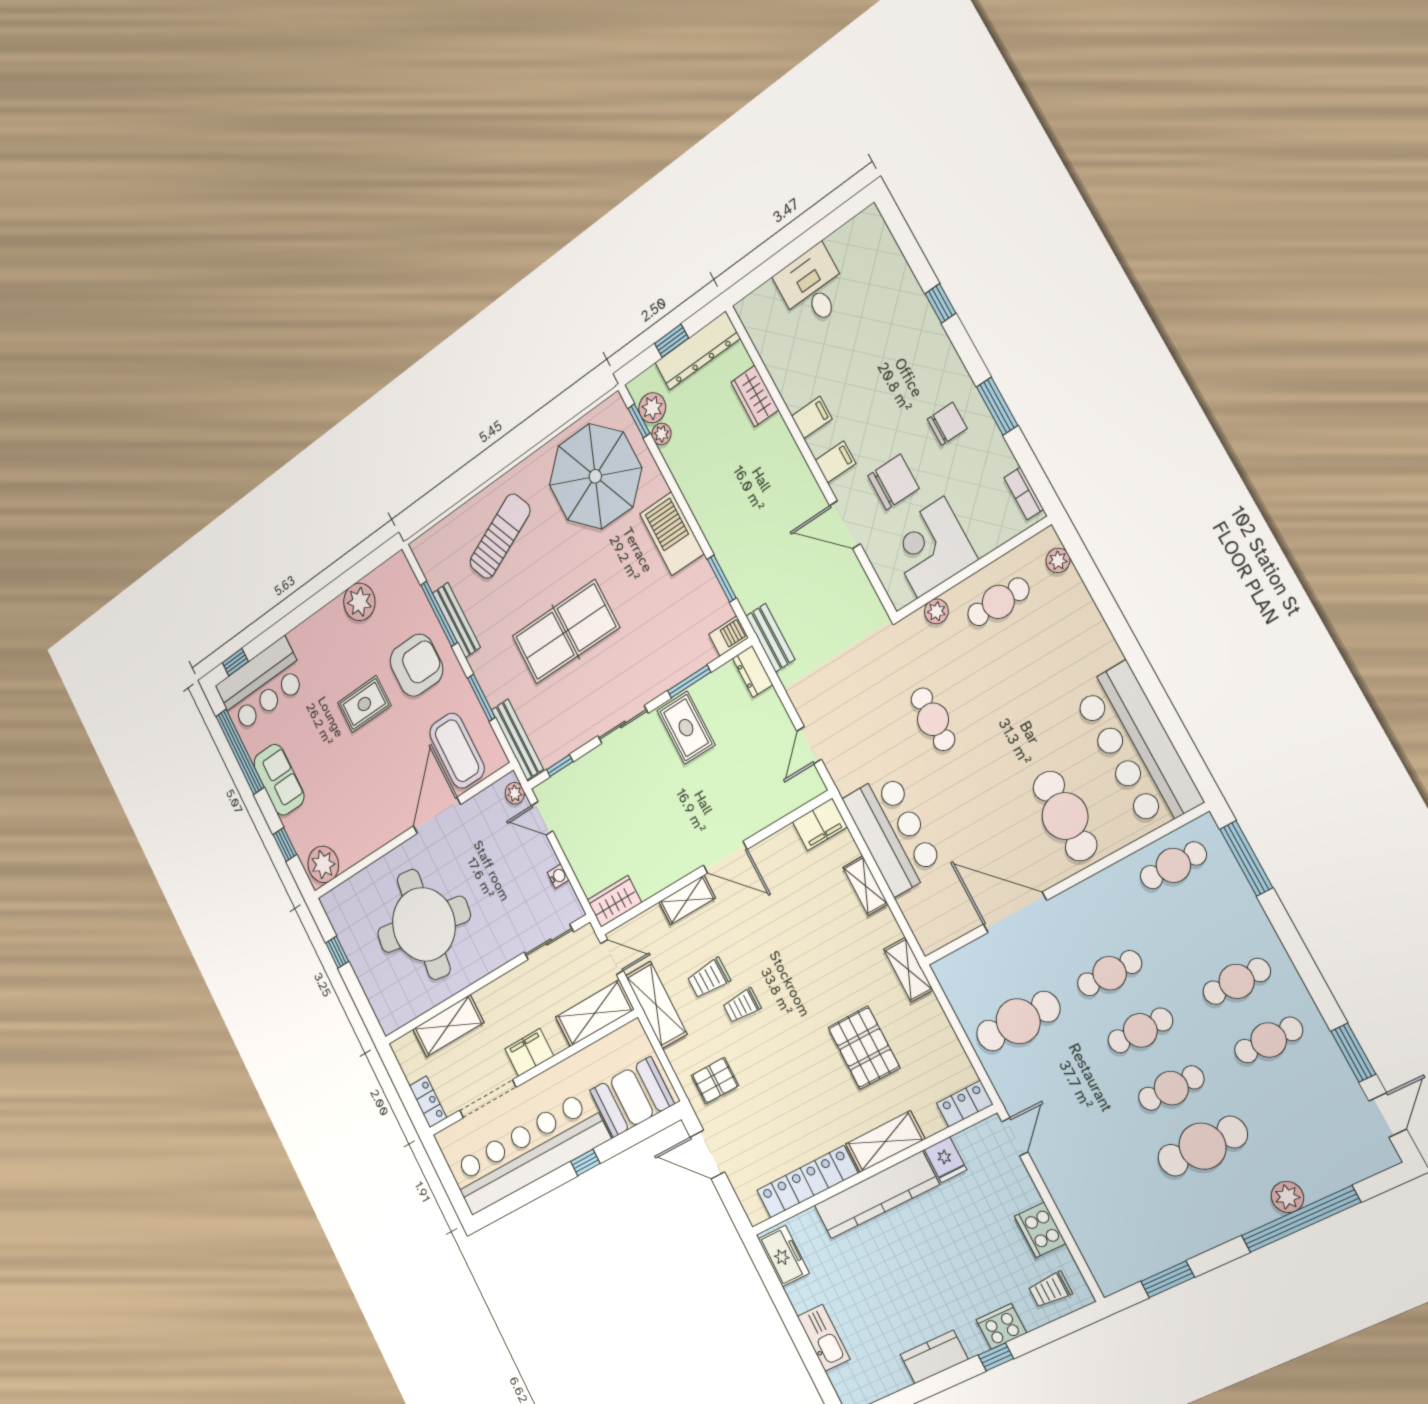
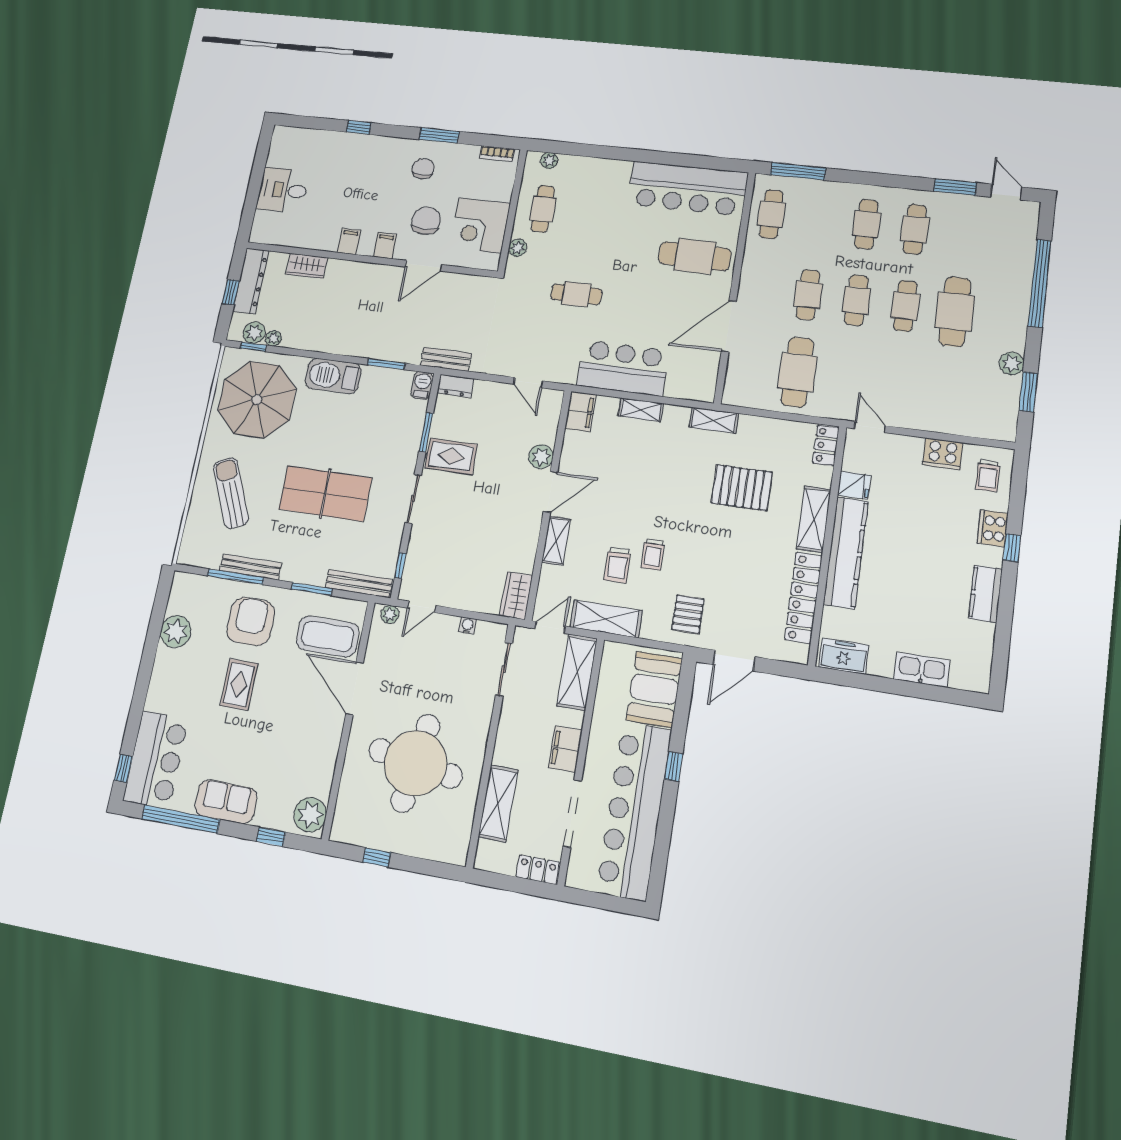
table tennis table: (566, 632) -> (325, 494), turned 90
plant: (750, 820) -> (541, 457), added
plant: (1287, 1197) -> (1012, 363), moved

